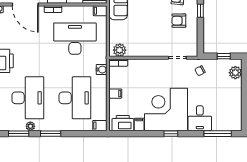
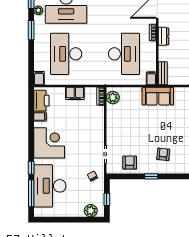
armchair: (179, 21) -> (130, 162), moved
water cooler: (102, 70) -> (94, 80), removed
filing cabinet: (115, 94) -> (75, 93), width x2.00
desk: (75, 98) -> (66, 54), turned 90
corner desk: (166, 109) -> (49, 143), width x0.74, depth x0.74
desk: (200, 118) -> (50, 186), width x1.87, depth x1.30
window: (171, 134) -> (31, 168), moved

